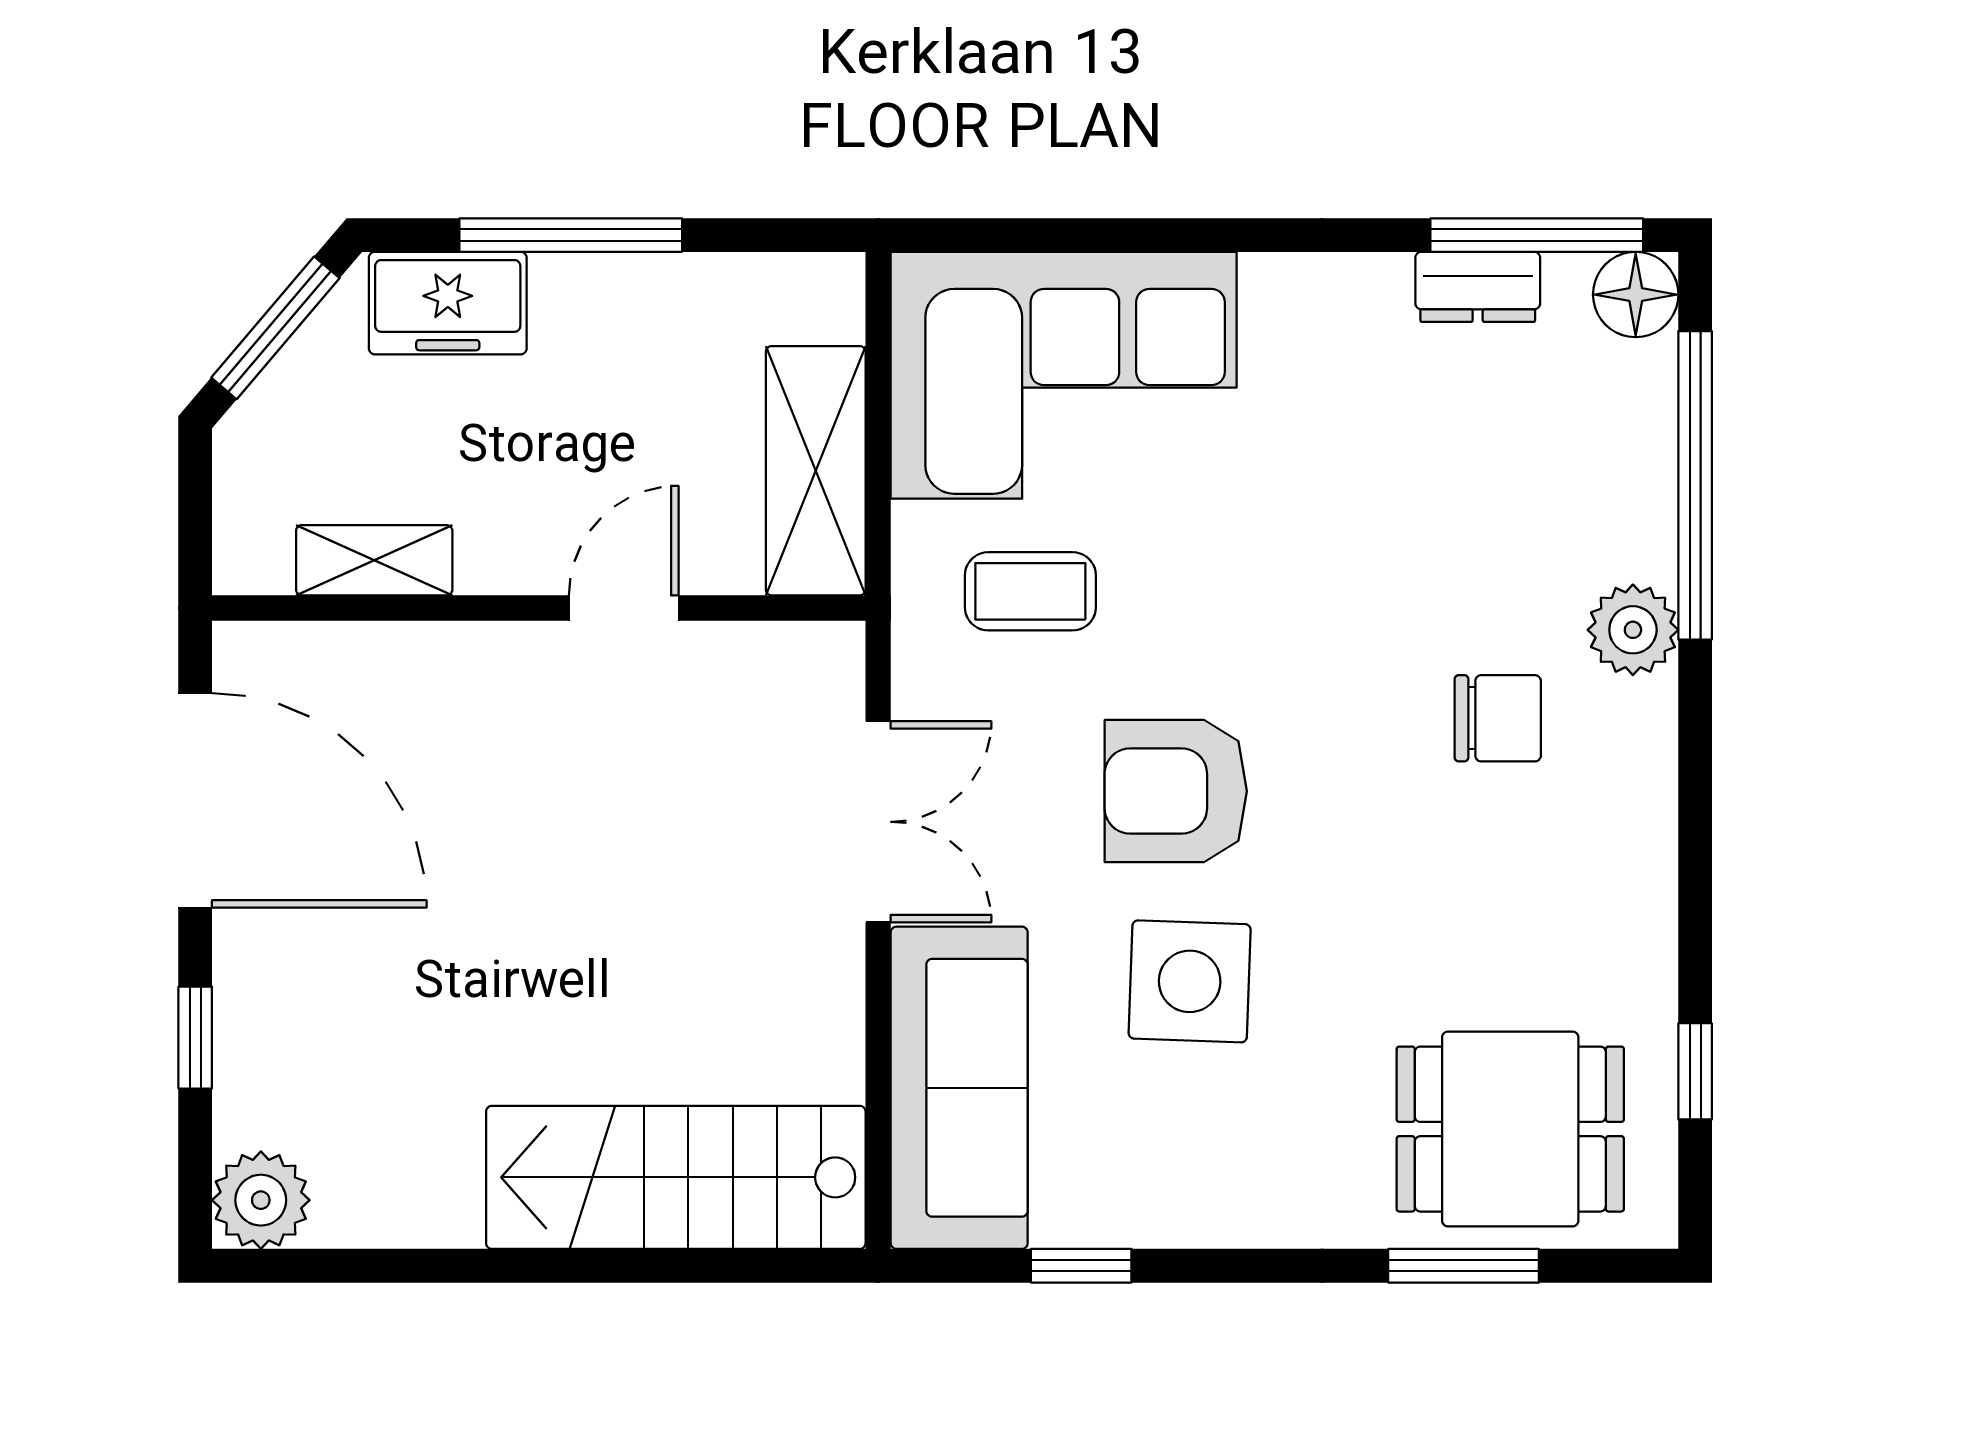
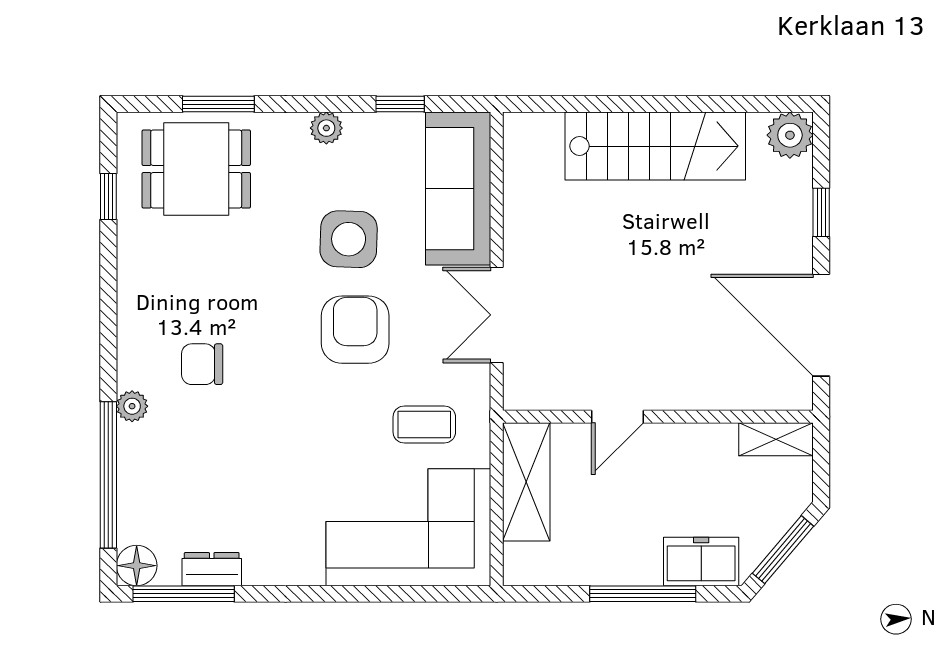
shelving: (374, 560) -> (776, 439), moved
plant: (1633, 630) -> (132, 406), width x0.73, depth x0.73
armchair: (1176, 791) -> (355, 330), turned -90
stairs: (676, 1177) -> (655, 146), moved
plant: (1236, 1215) -> (326, 128), added

